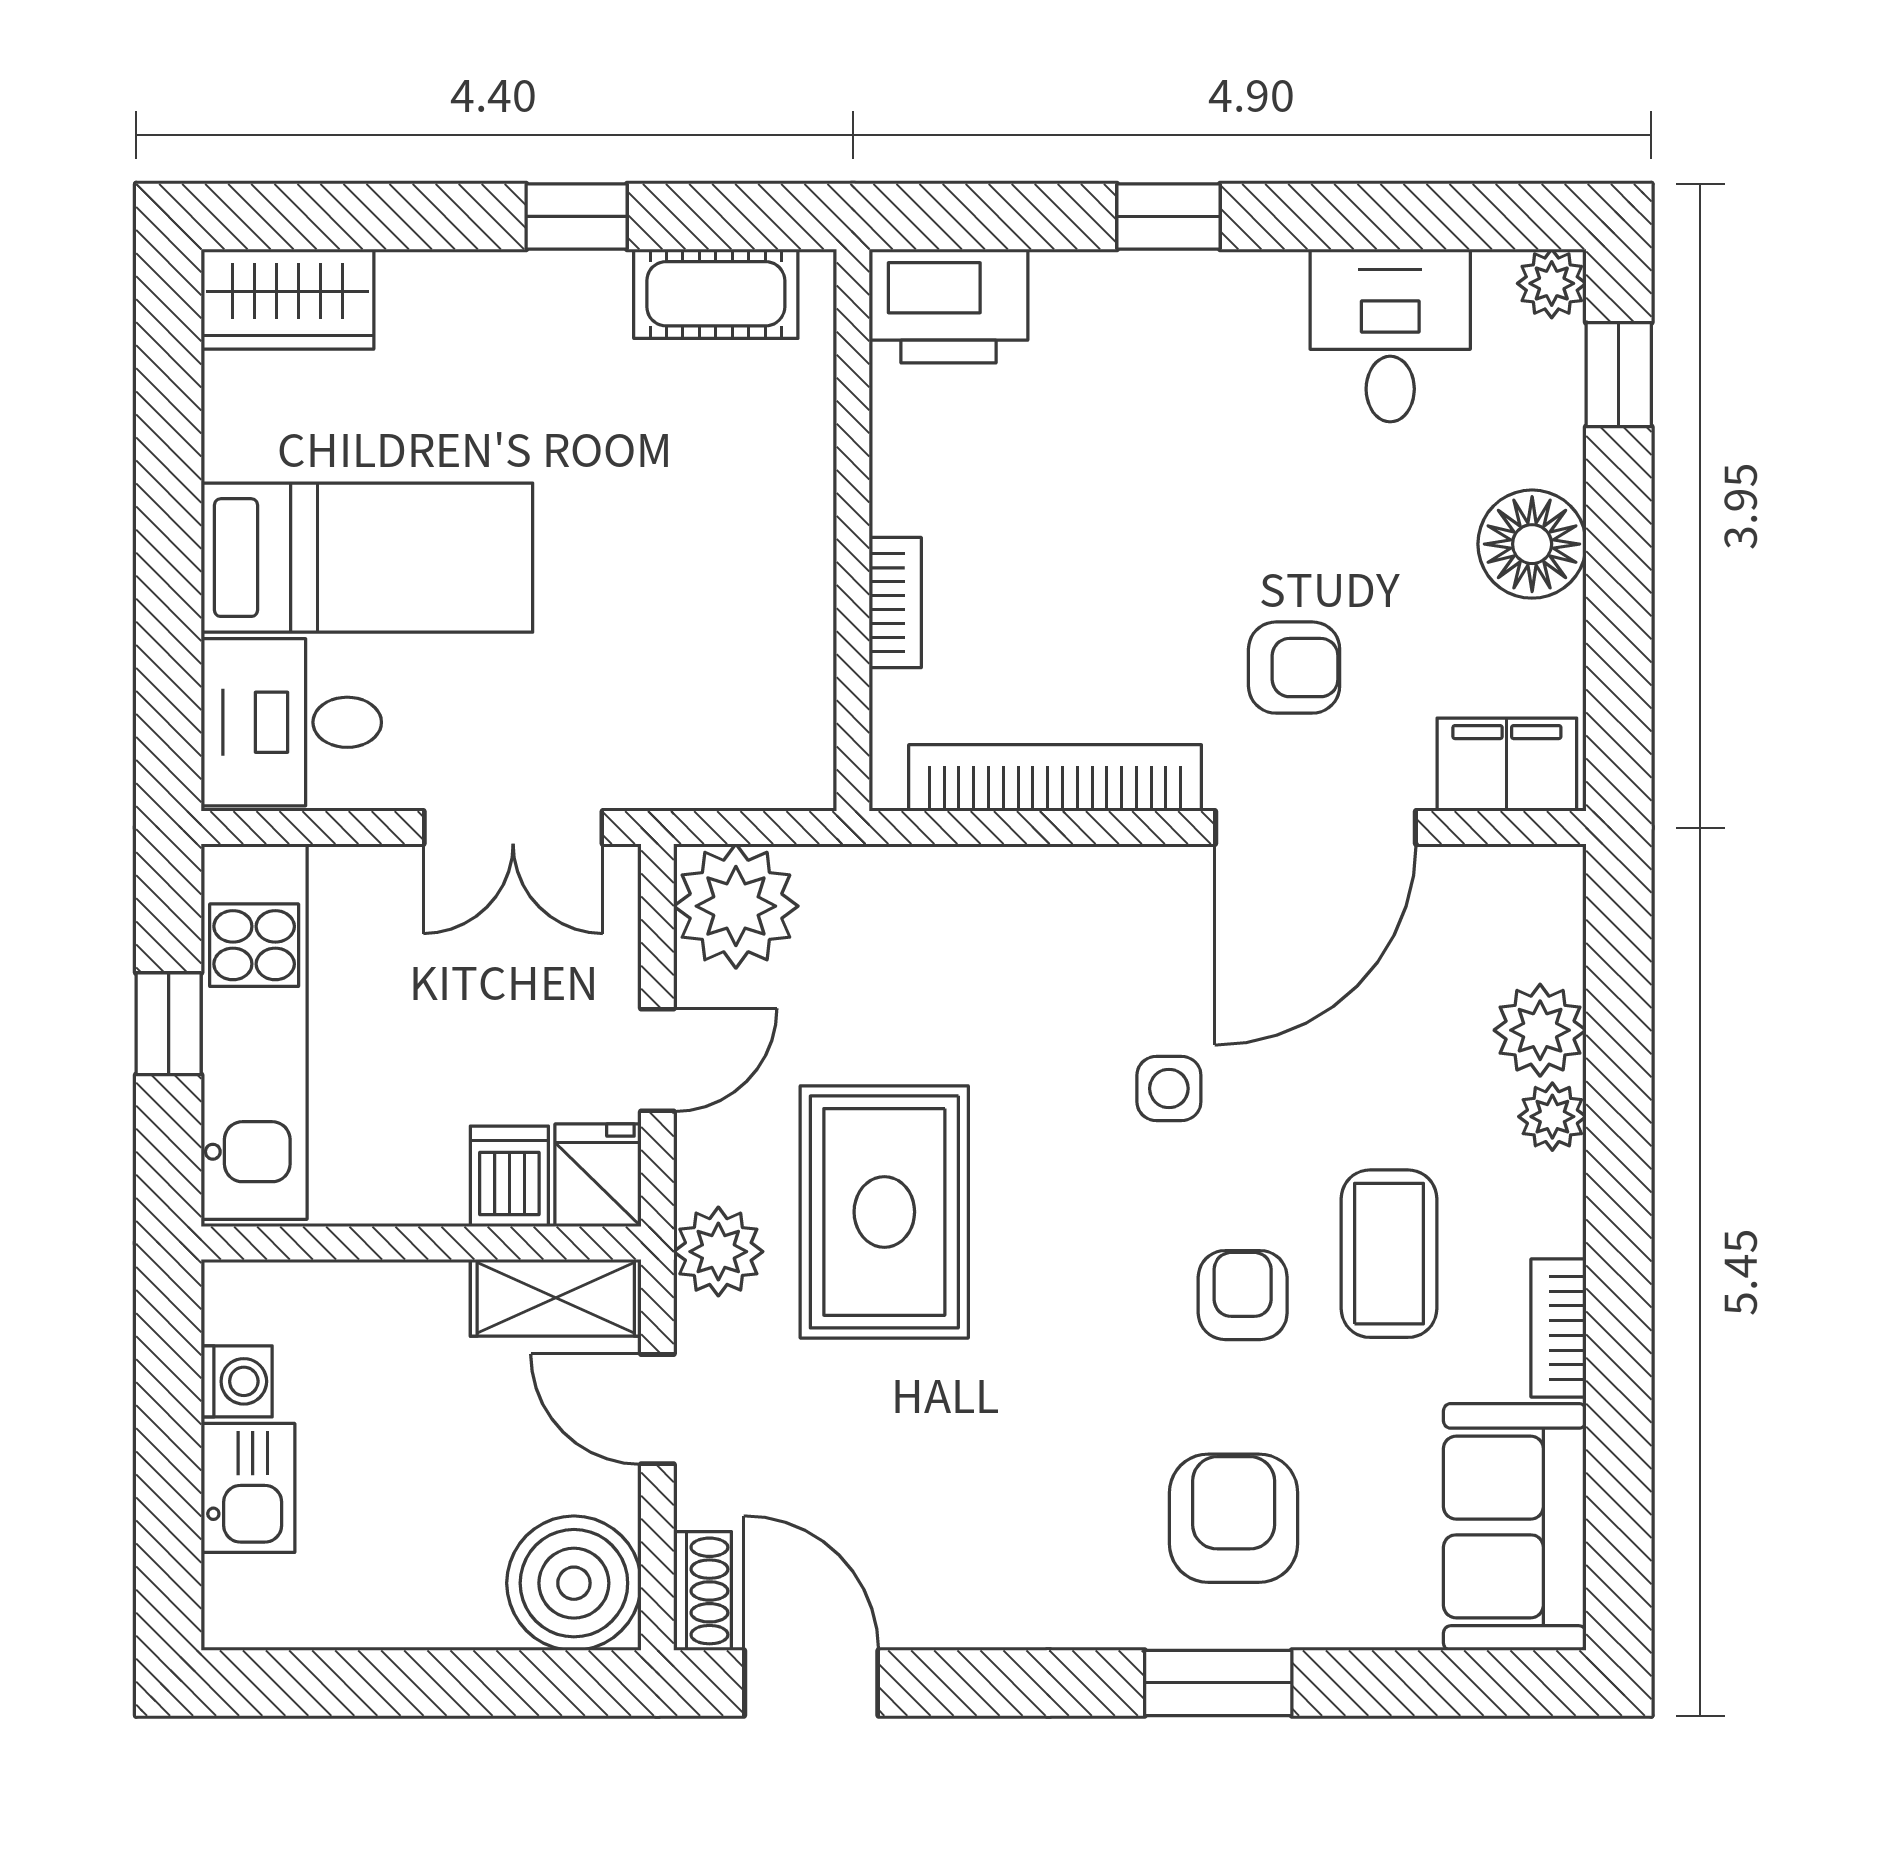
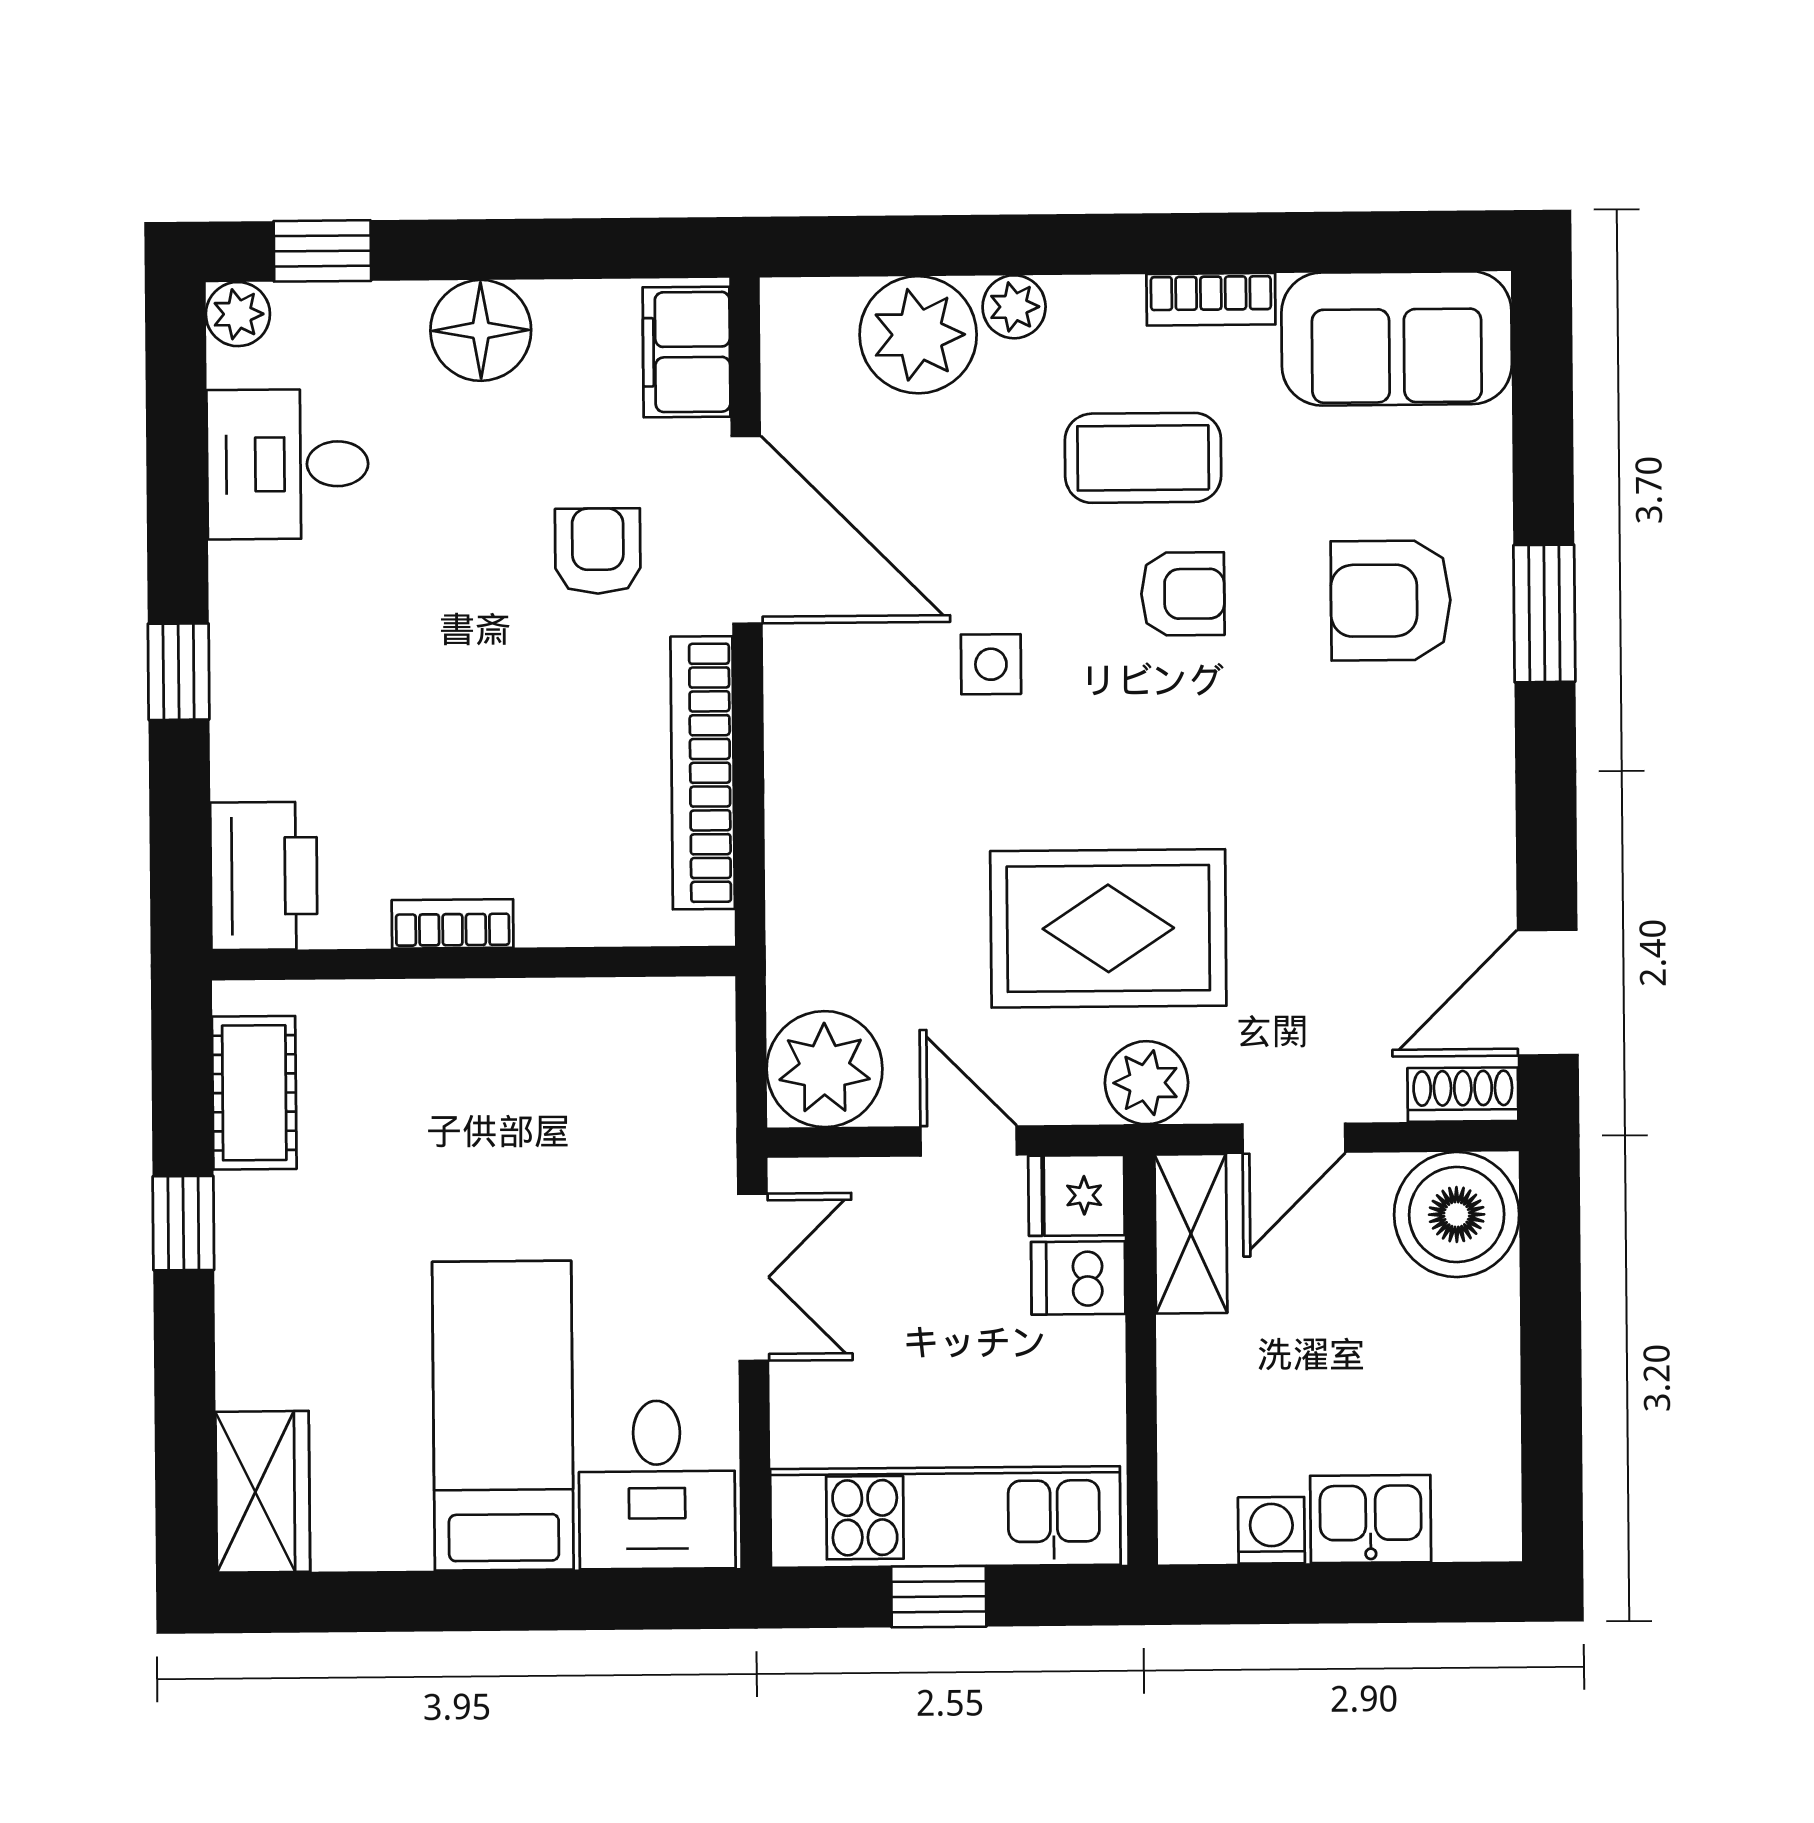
bookcase: (895, 603) -> (453, 924), moved
plant: (1540, 1030) -> (918, 335), width x1.36, depth x1.36
armchair: (1243, 1295) -> (1183, 594), turned 180

